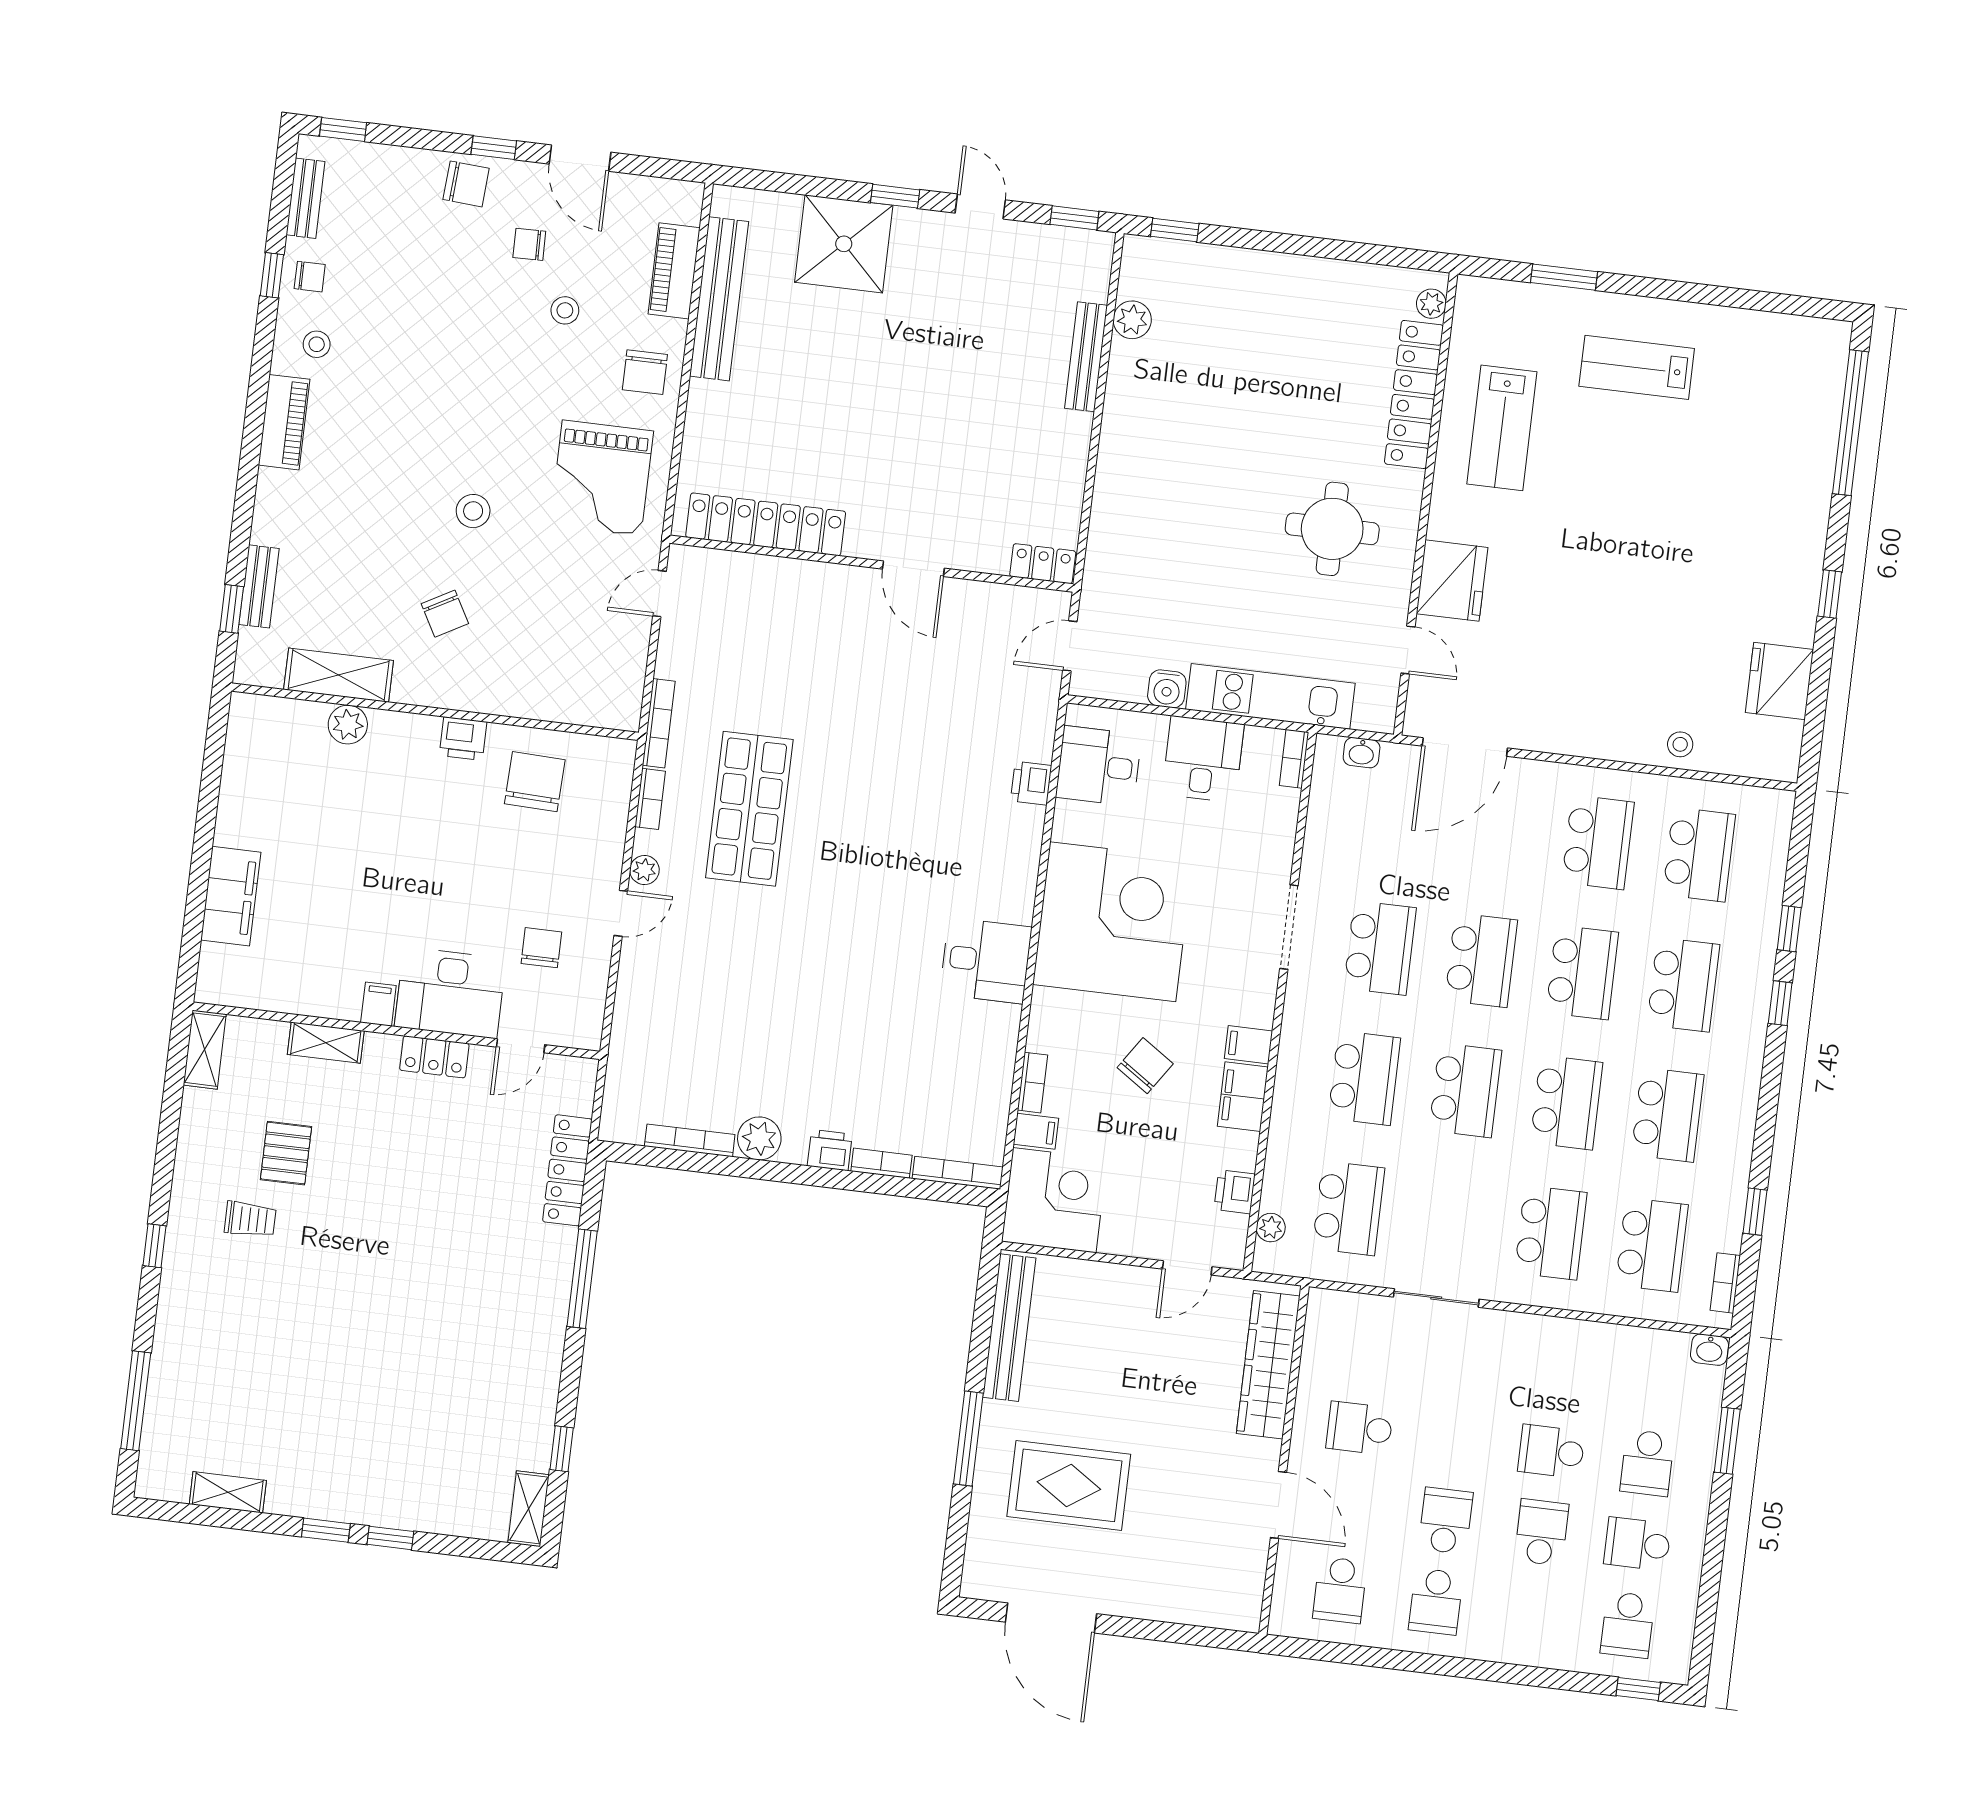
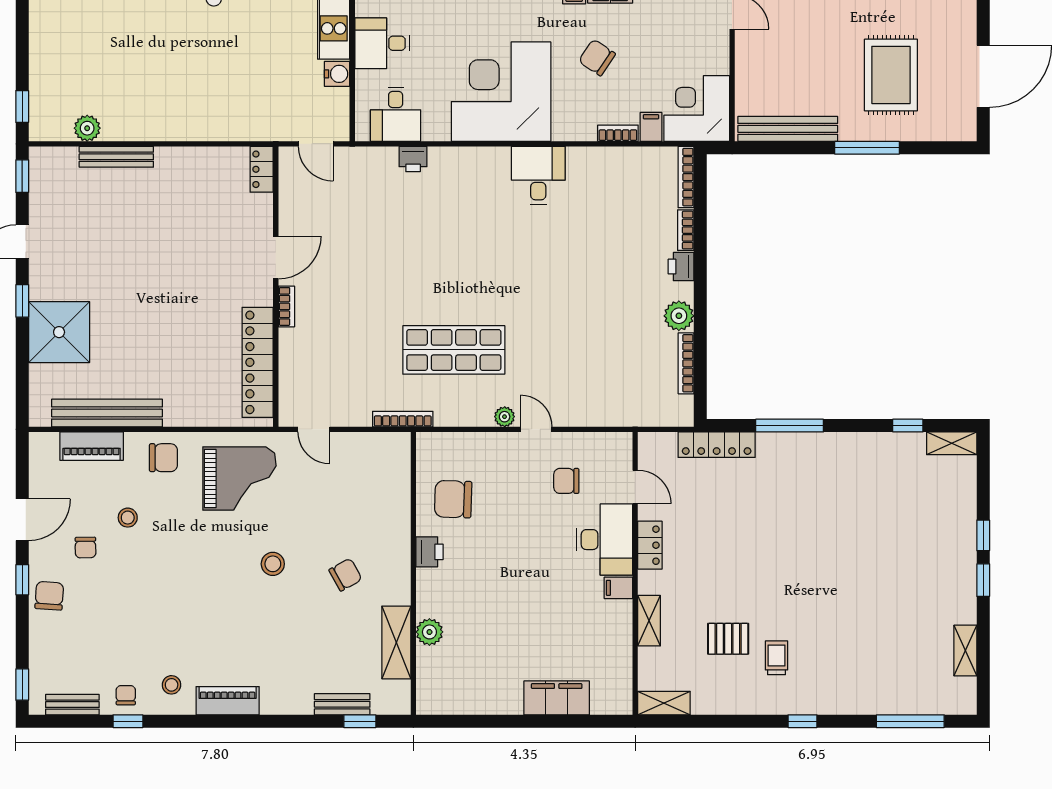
bookcase: (650, 799) -> (286, 306), moved, turned 90

